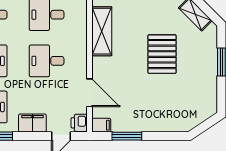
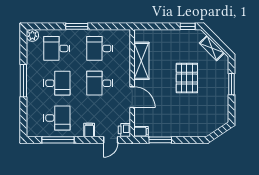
door: (90, 93) -> (132, 97), moved
filing cabinet: (32, 123) -> (89, 130), width x0.50

